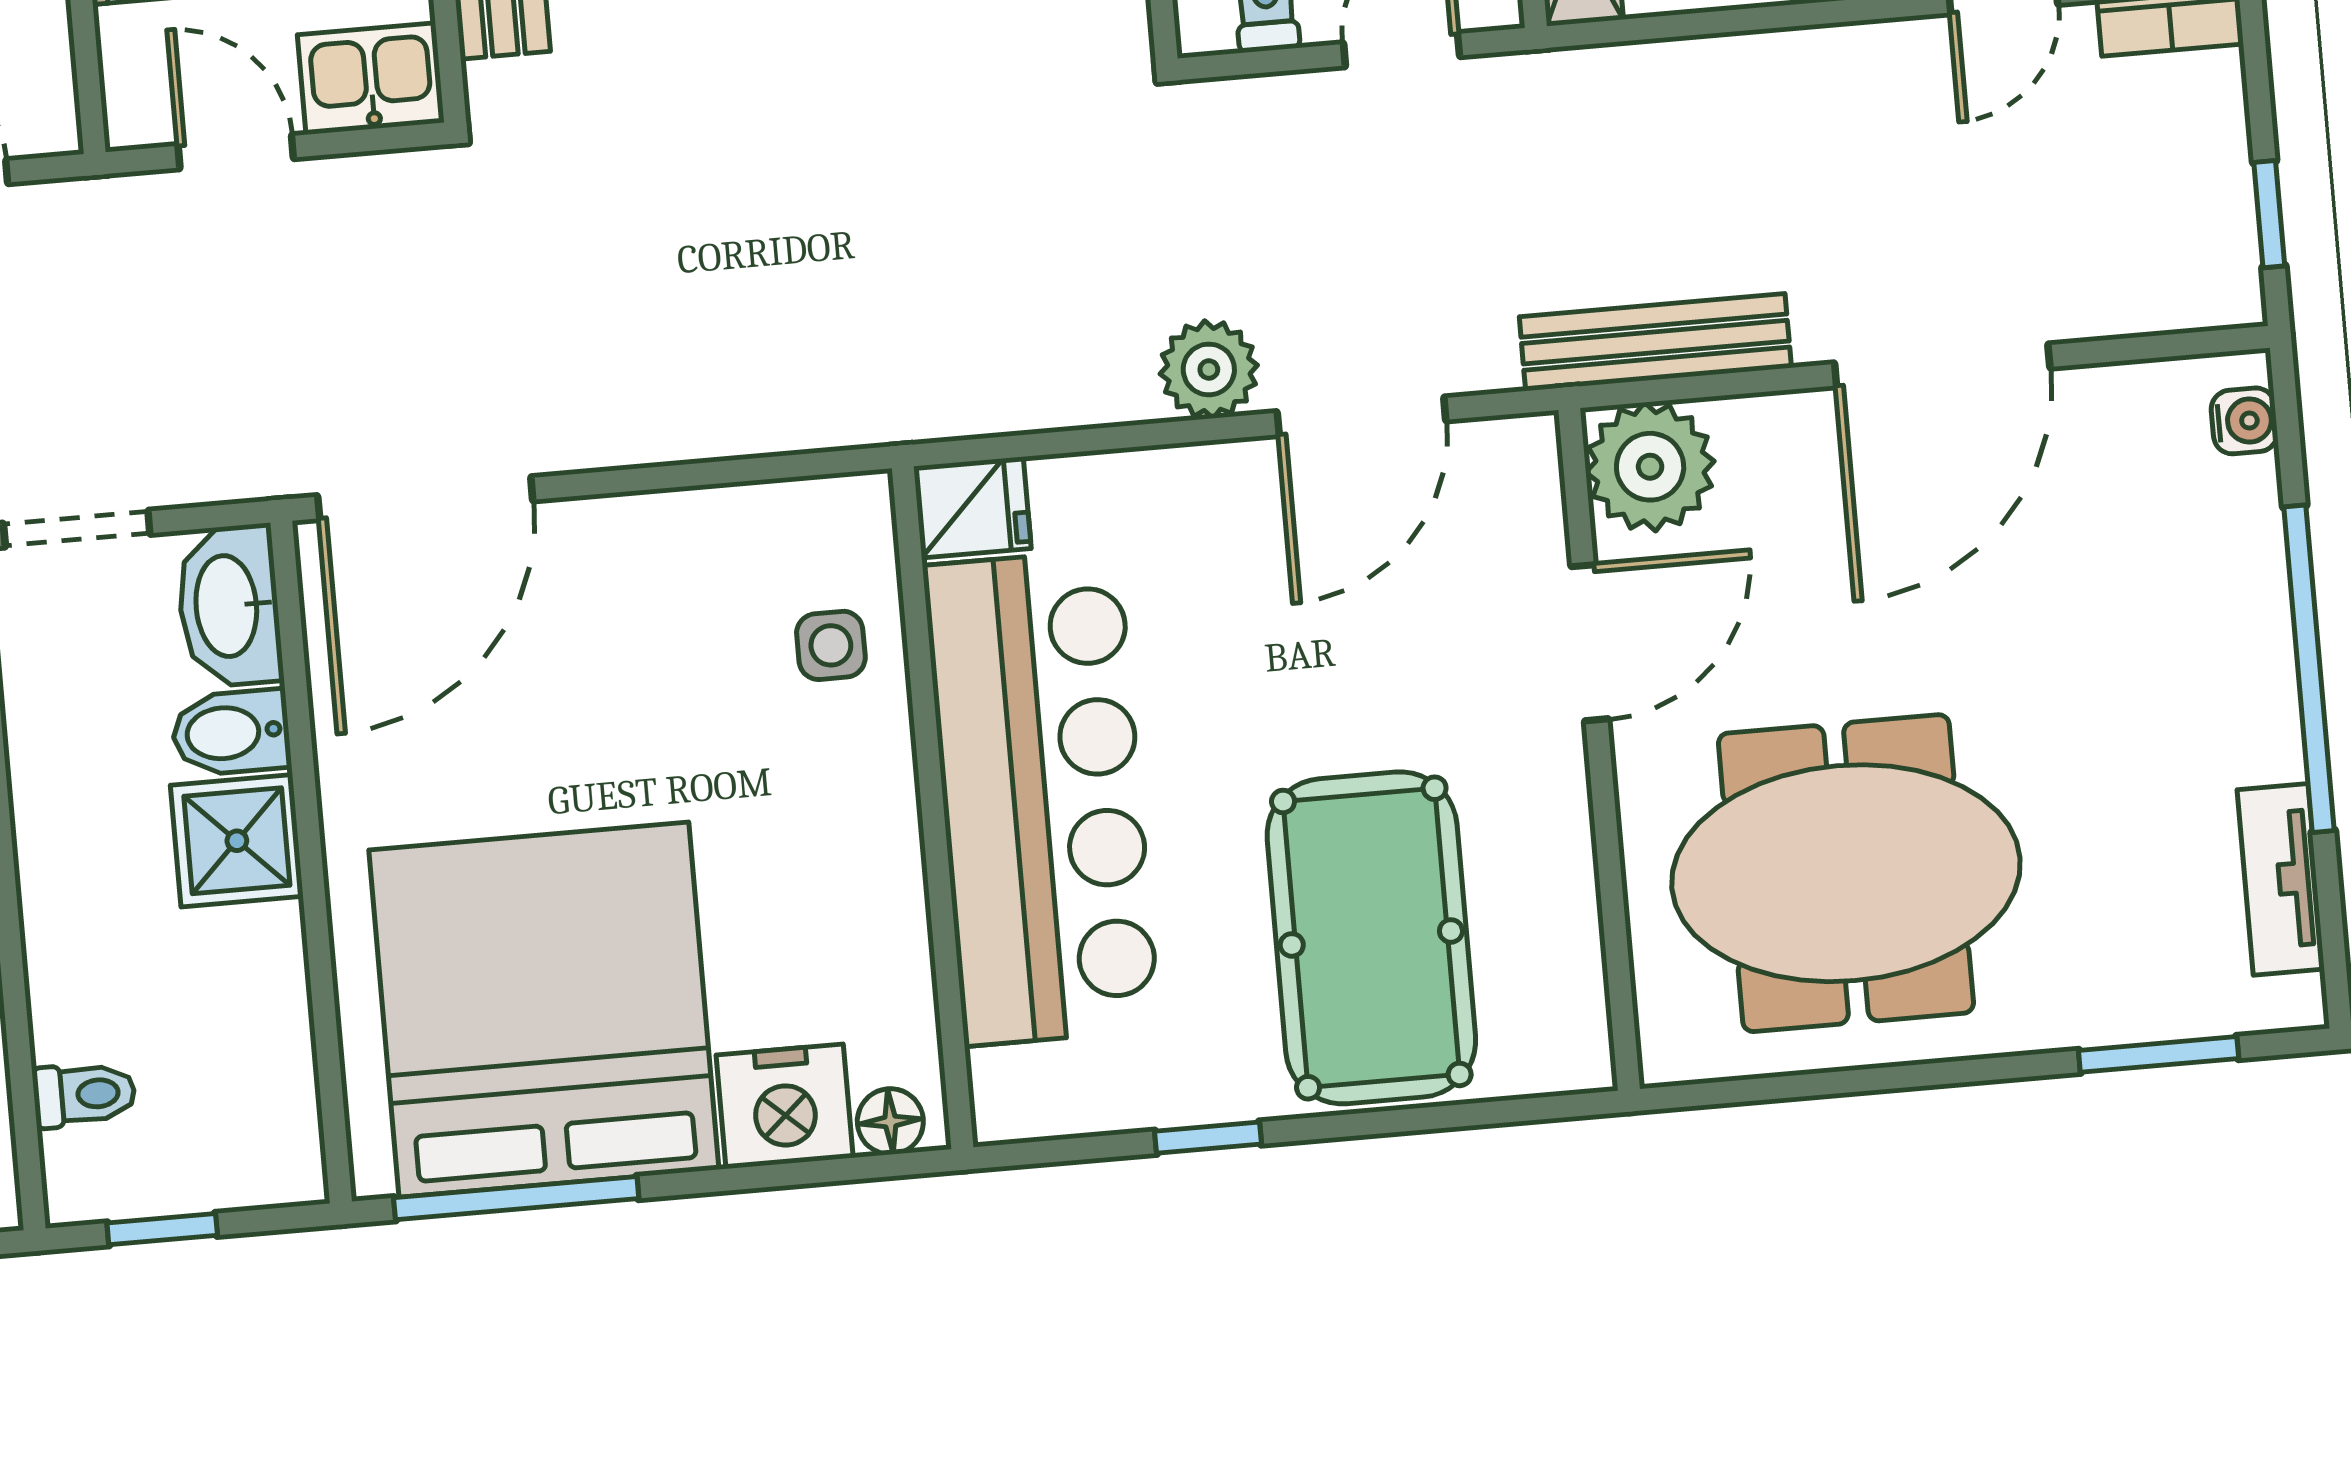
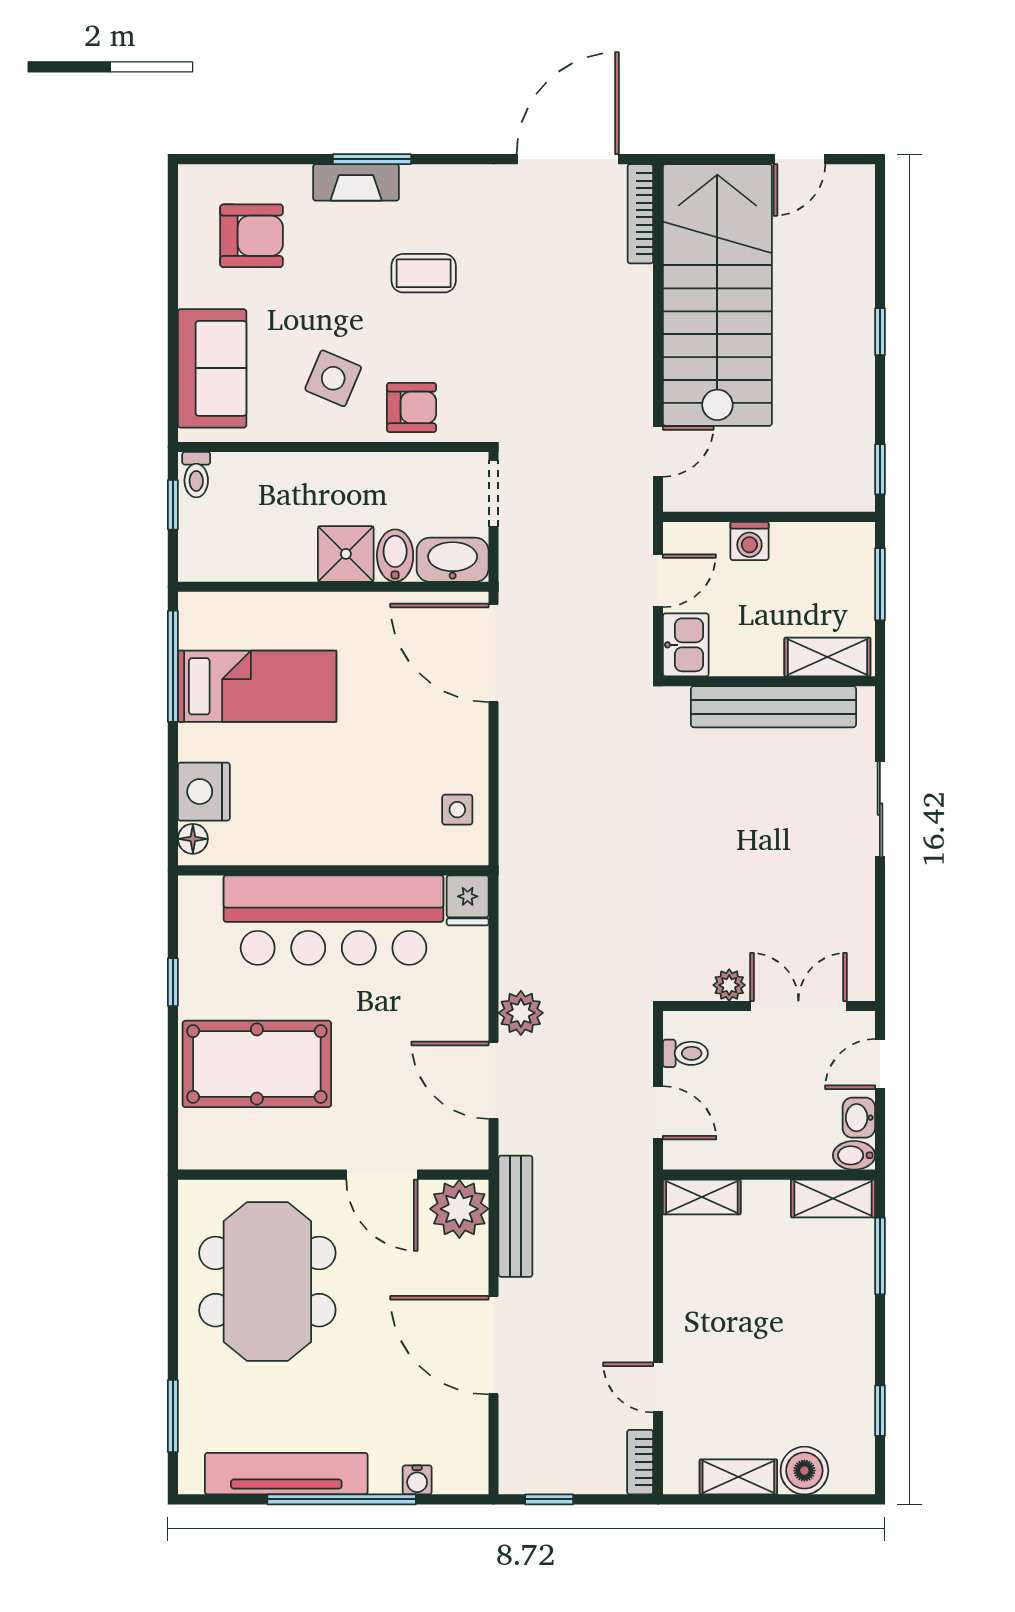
water cooler: (2244, 421) -> (417, 1480), moved
side table: (831, 645) -> (457, 810), moved
tv unit: (2281, 879) -> (286, 1474), width x1.92, depth x1.29
bed: (544, 1010) -> (257, 686), width x0.49
toilet: (84, 1095) -> (196, 475), moved

